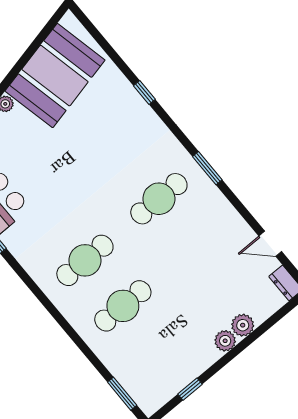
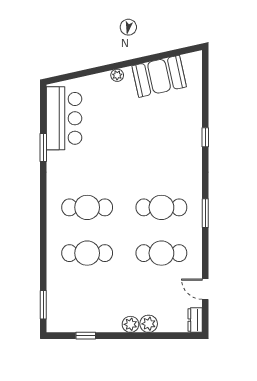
booth: (55, 76) -> (159, 76), width x0.73, depth x0.70
cafe table: (197, 244) -> (161, 253), added

